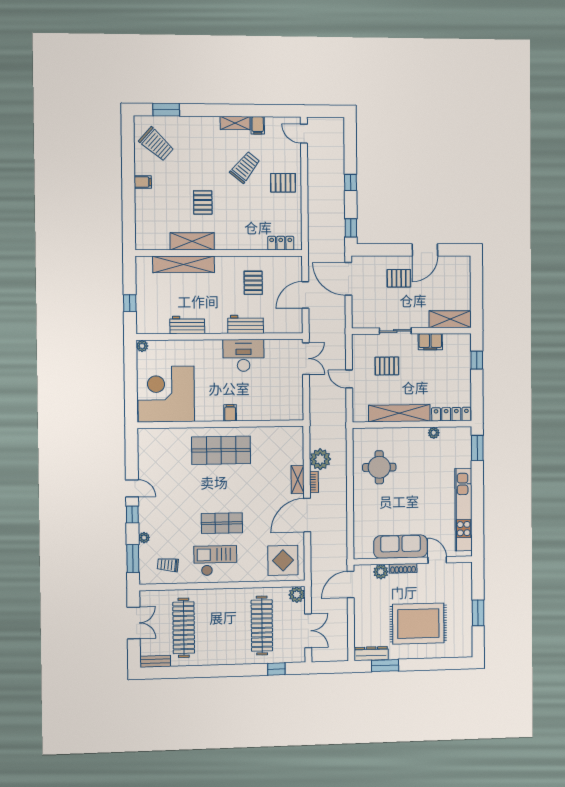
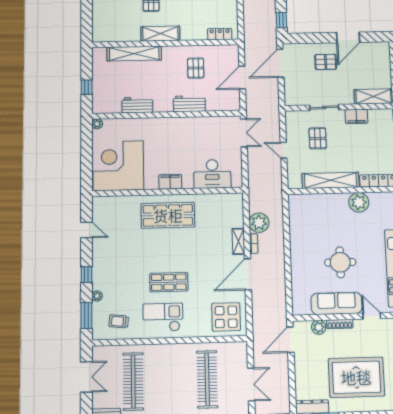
shelving: (192, 241) -> (160, 34), moved
door: (348, 279) -> (280, 63), hinge flipped
desk: (243, 355) -> (212, 174), moved, turned 180
pallet: (387, 366) -> (318, 138), turned 90
filing cabinet: (230, 413) -> (170, 182), width x2.00
plant: (434, 433) -> (359, 202), width x1.88, depth x1.88
round table: (379, 467) -> (340, 262), moved
door: (132, 488) -> (86, 230), moved
plant: (297, 595) -> (240, 349), removed

